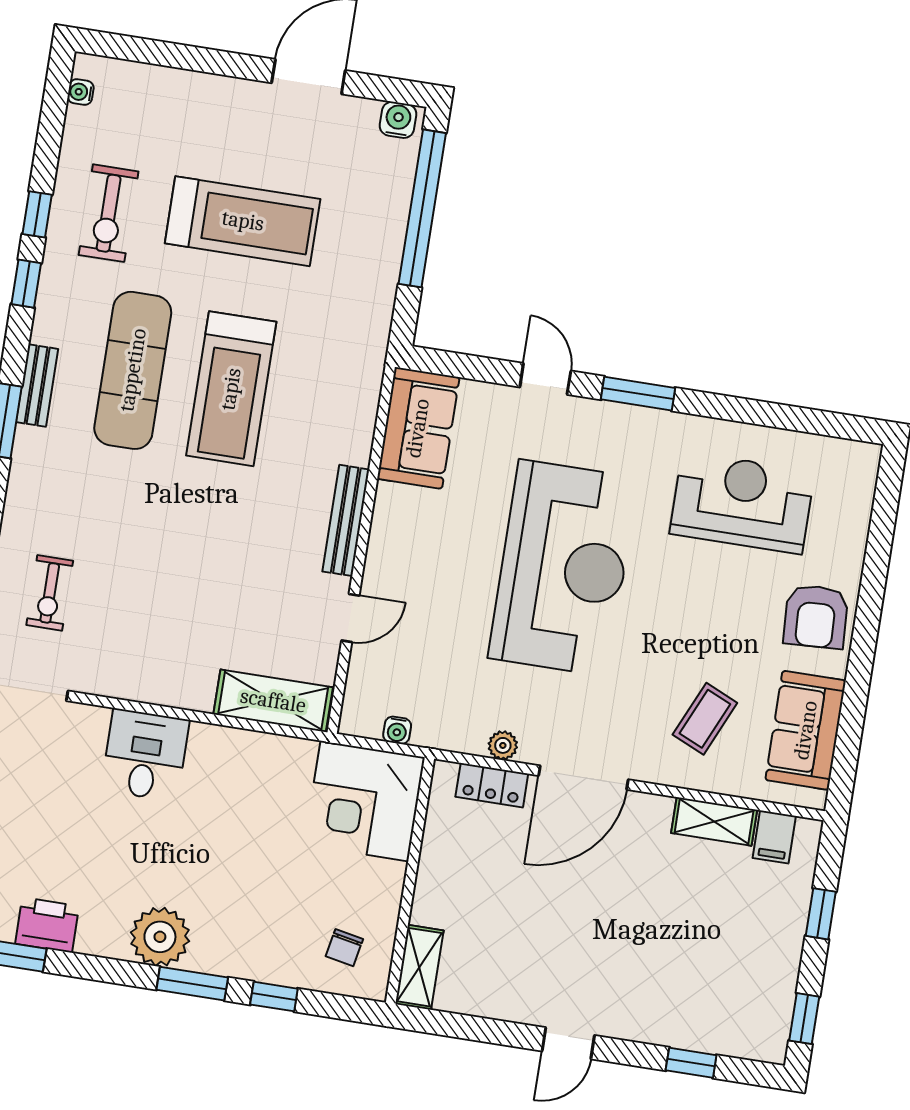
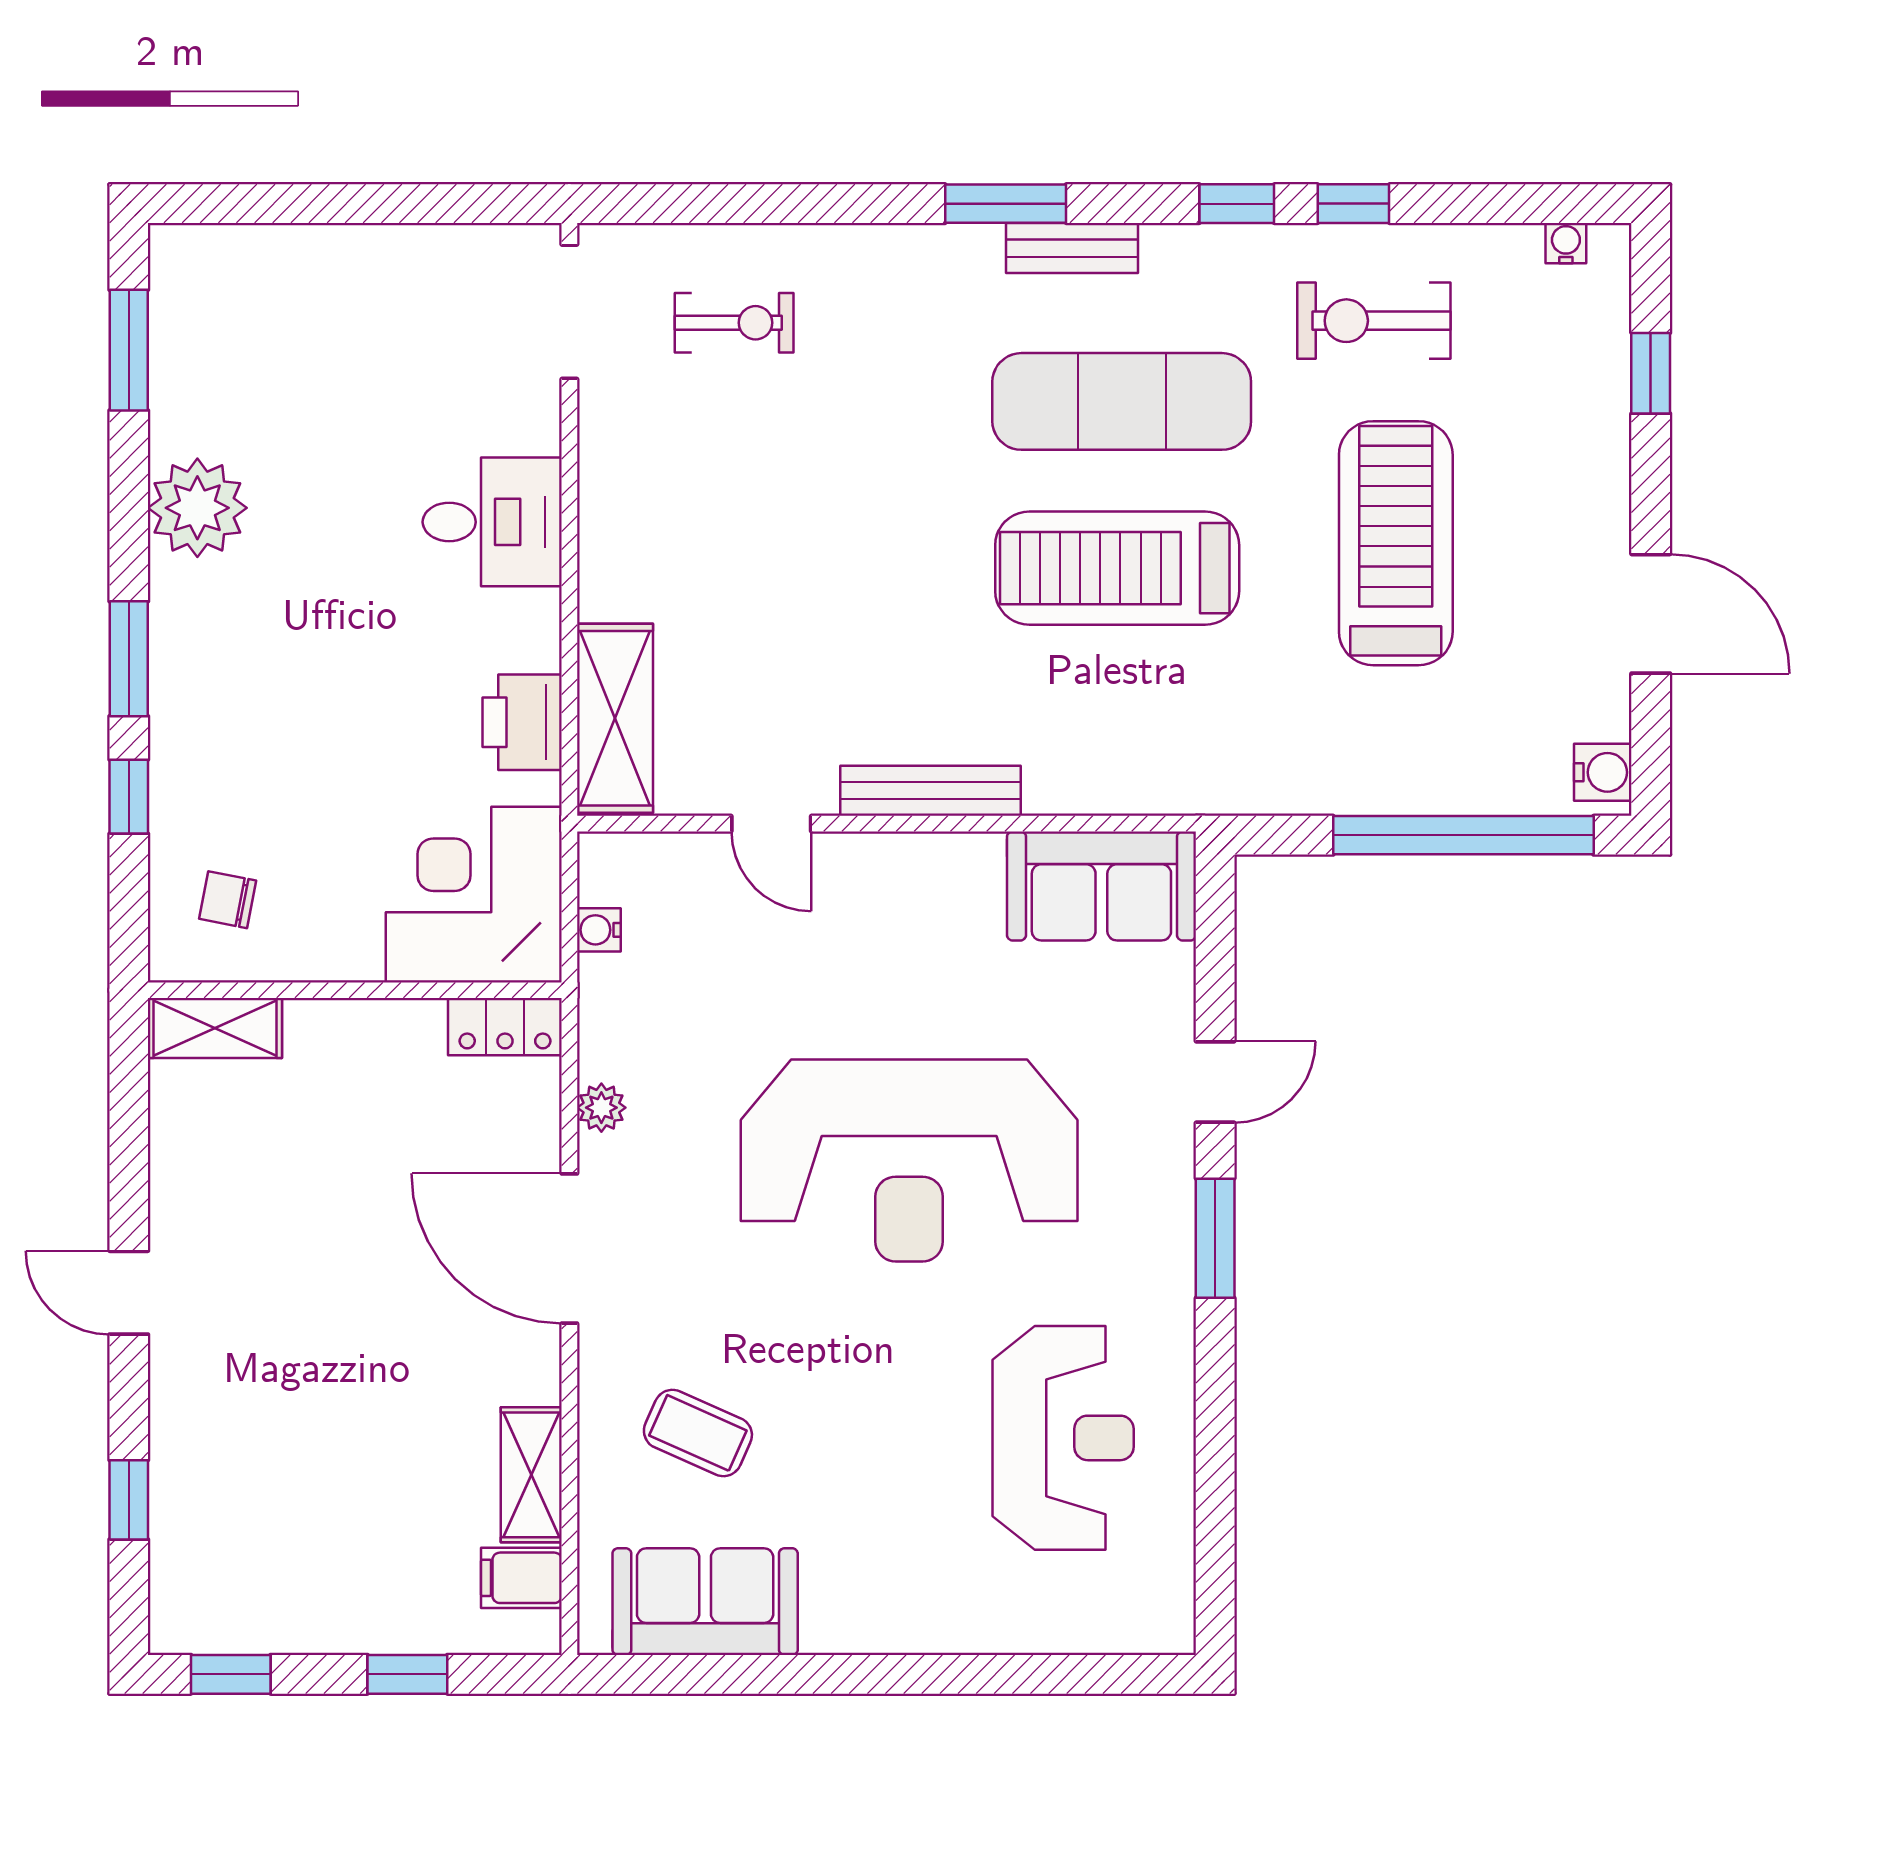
window: (166, 54) -> (1651, 373), added
treadmill: (243, 221) -> (1396, 543), turned 180
exercise bike: (50, 593) -> (734, 323), turned 180
armchair: (816, 617) -> (895, 1589), removed
locker: (492, 785) -> (505, 1027), moved, turned -90
printer: (47, 925) -> (522, 722), moved, turned 180
plant: (160, 937) -> (197, 508), moved

